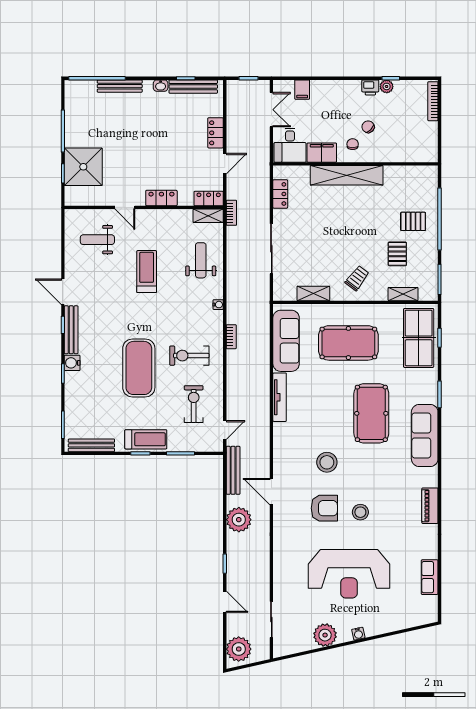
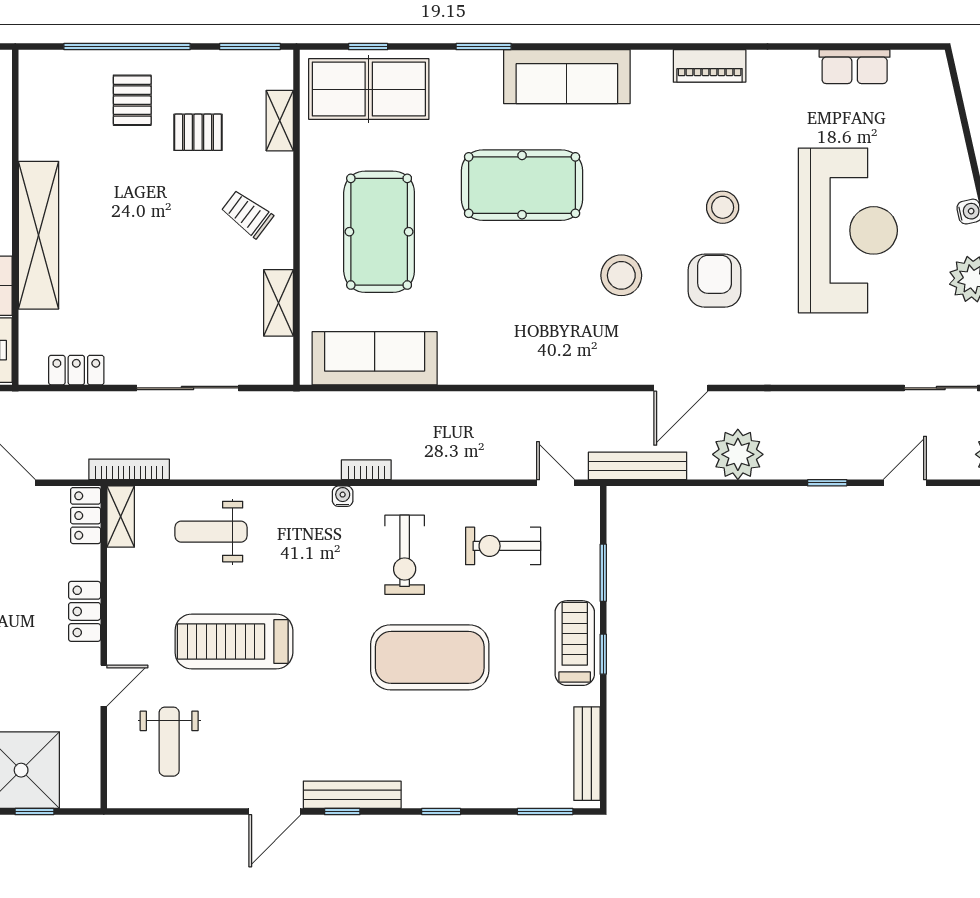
bookcase: (231, 213) -> (129, 469), width x1.56
treadmill: (147, 272) -> (234, 642), width x1.37, depth x1.38
water cooler: (218, 305) -> (343, 496), moved
water cooler: (72, 363) -> (419, 793), removed
tv unit: (280, 397) -> (489, 371), removed

